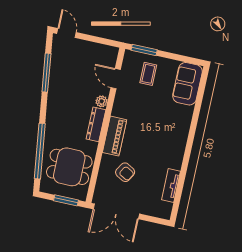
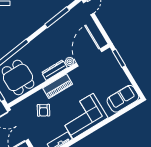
coffee table: (148, 74) -> (108, 73), removed
door: (116, 79) -> (89, 57), width x1.87
corner sofa: (167, 139) -> (83, 116), added

